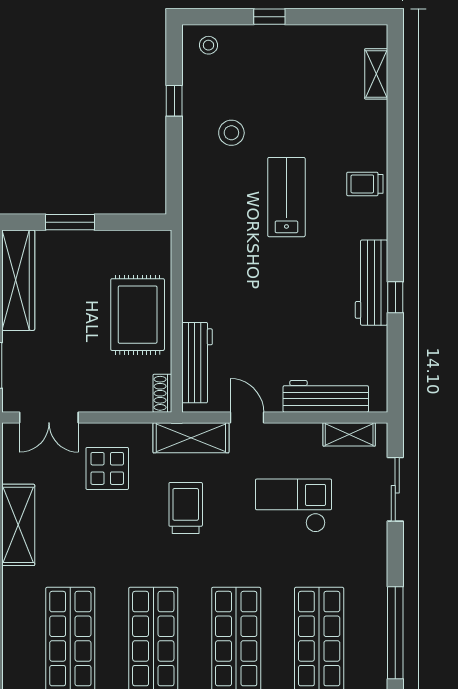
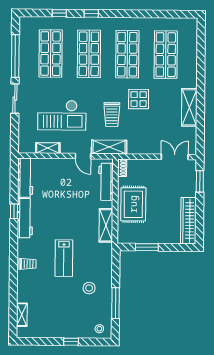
window: (174, 101) -> (115, 303), width x2.17
window: (70, 222) -> (147, 247), moved
shelving: (196, 268) -> (106, 225), added
workbench: (326, 396) -> (25, 178), moved, turned -90
shelving: (349, 434) -> (48, 148), moved
display table: (107, 468) -> (139, 99), moved
sliding door: (395, 489) -> (15, 99), moved
checkout: (293, 506) -> (62, 115), width x1.36, depth x1.21

